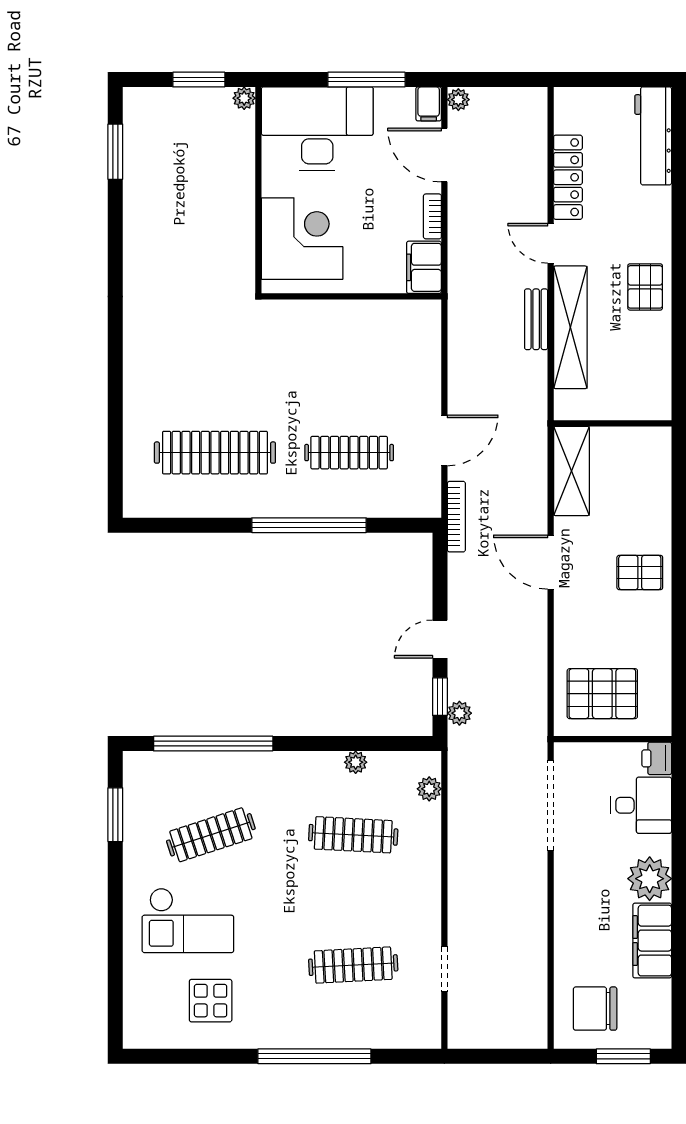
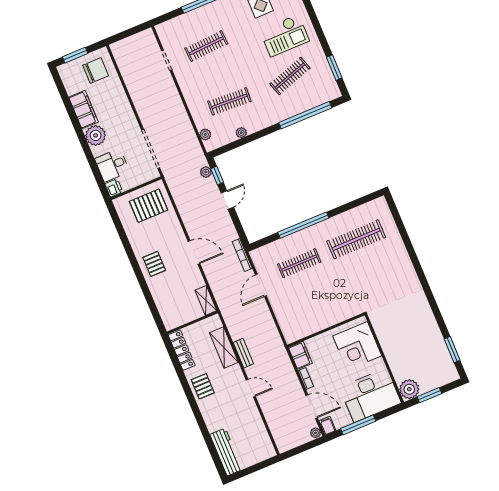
plant: (244, 98) -> (409, 389), width x1.87, depth x1.87
locker: (568, 177) -> (182, 350), moved, turned 180
shelving: (570, 327) -> (224, 347), width x0.68
shelving: (571, 471) -> (206, 300), width x0.67, depth x0.75
pallet: (640, 573) -> (154, 264), turned 90
checkout: (188, 920) -> (284, 36), turned 180

